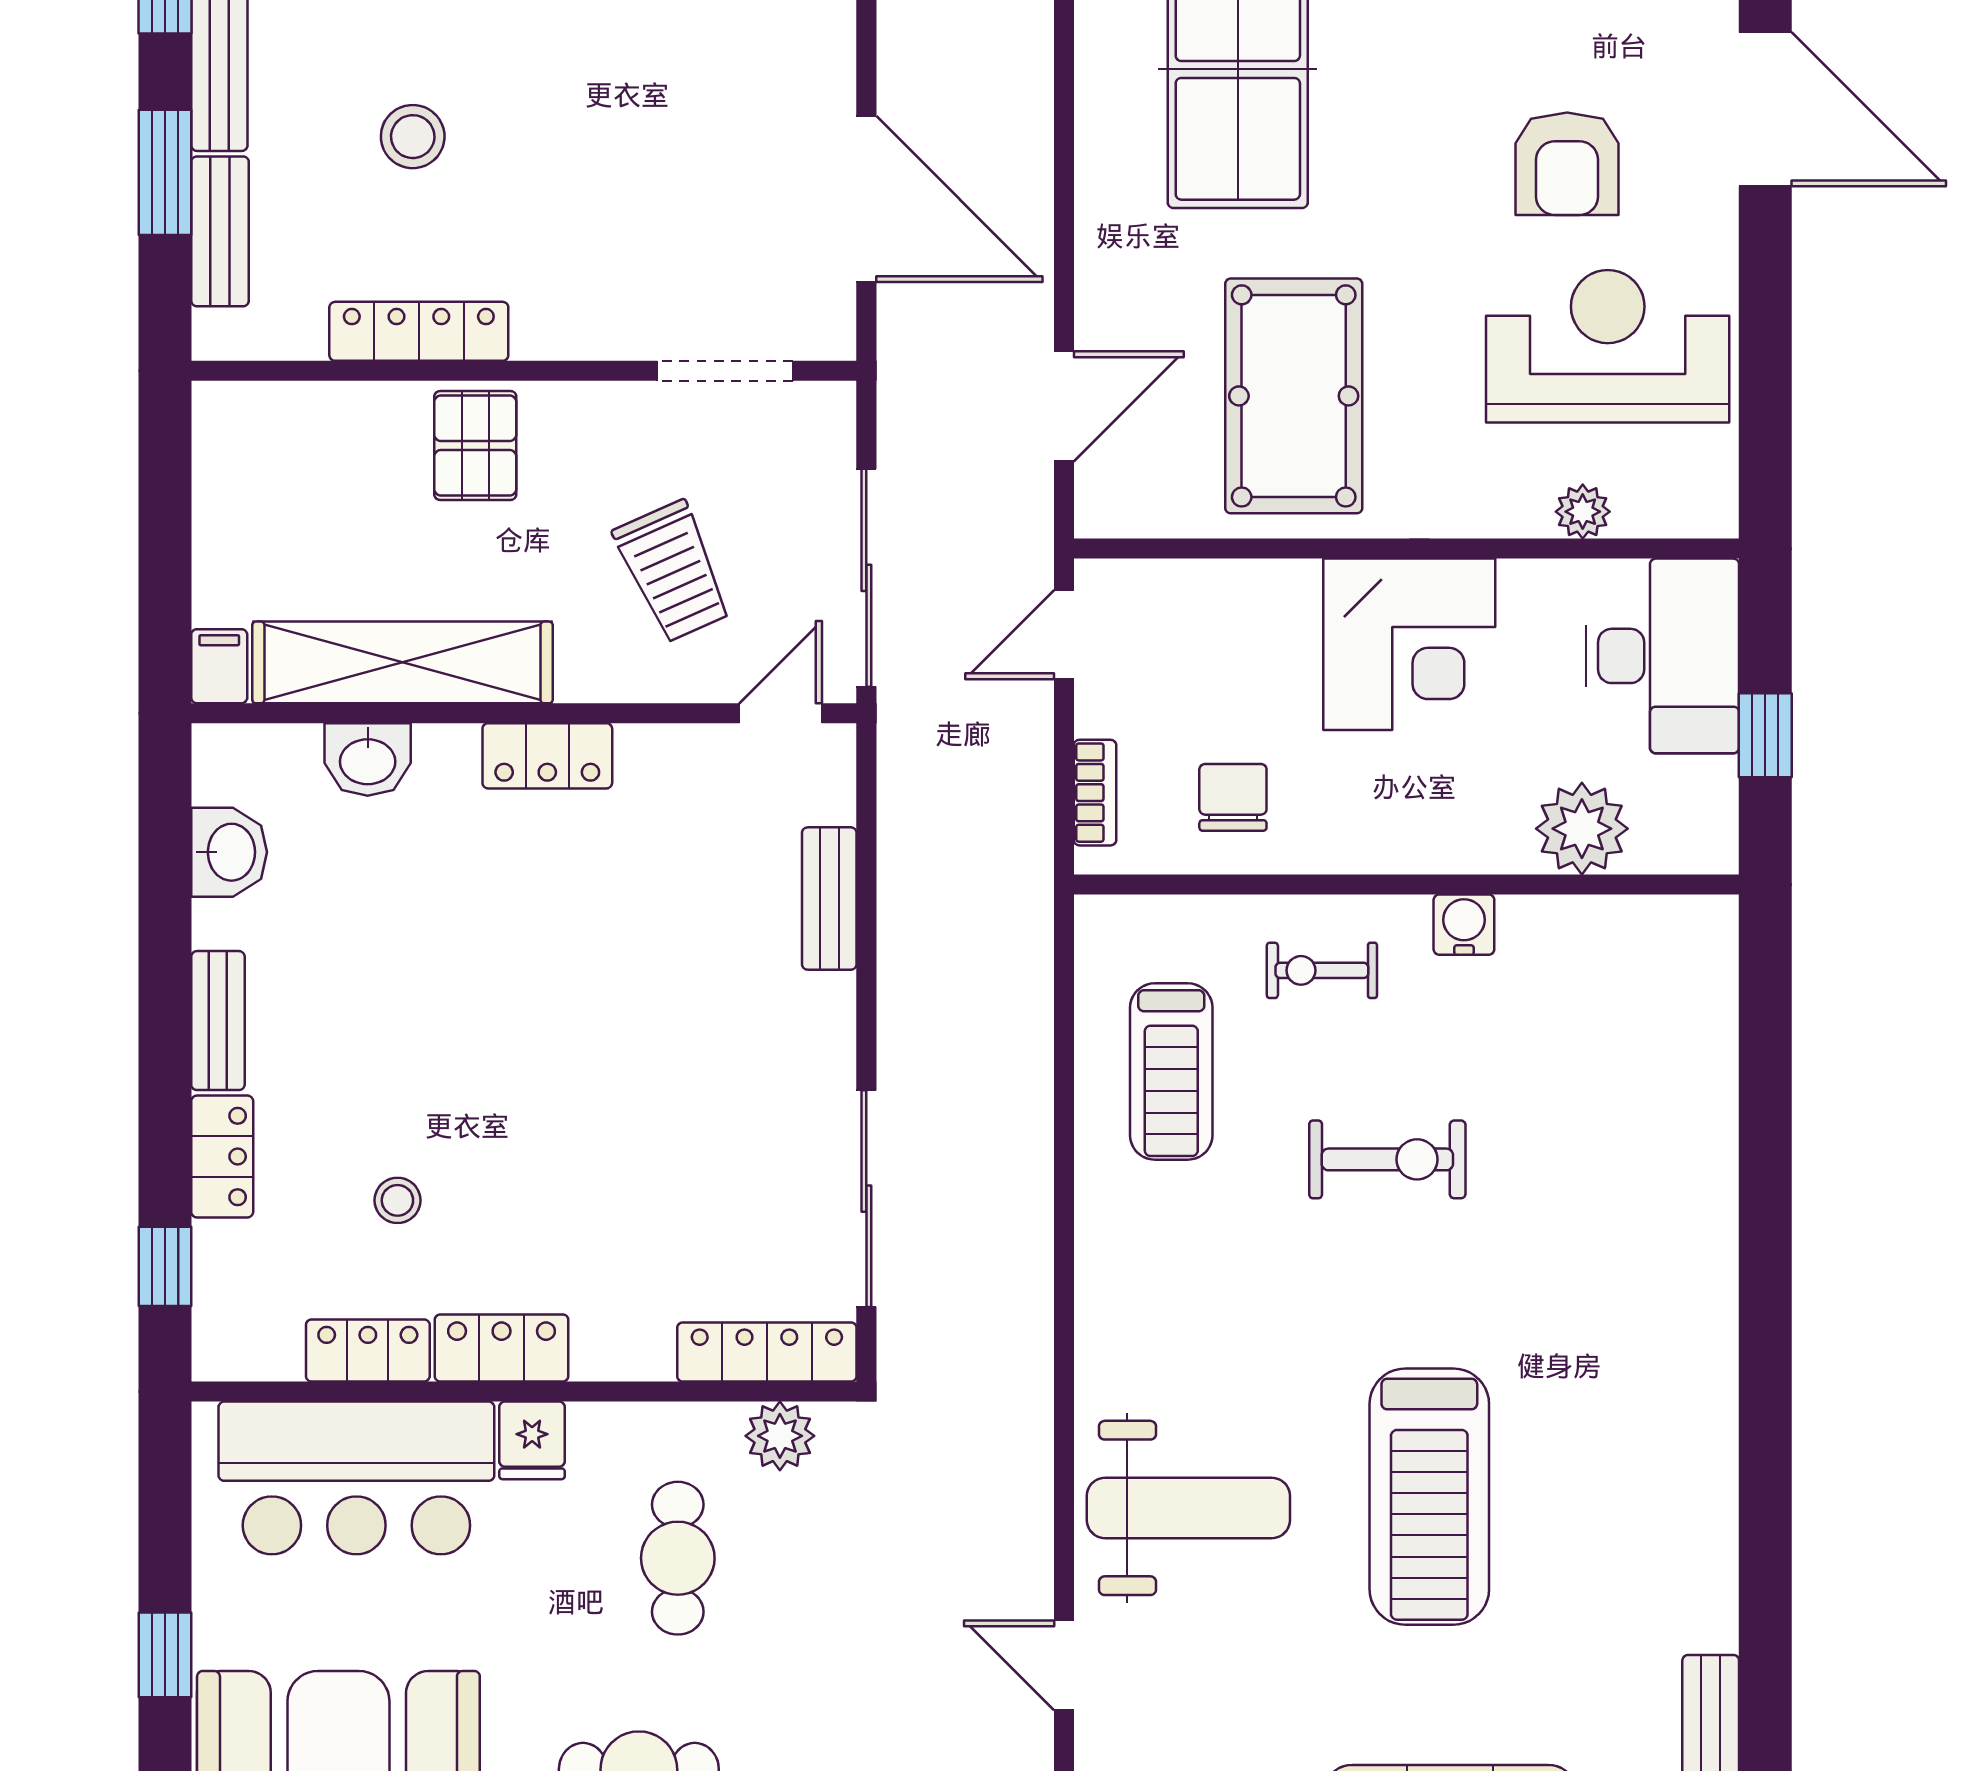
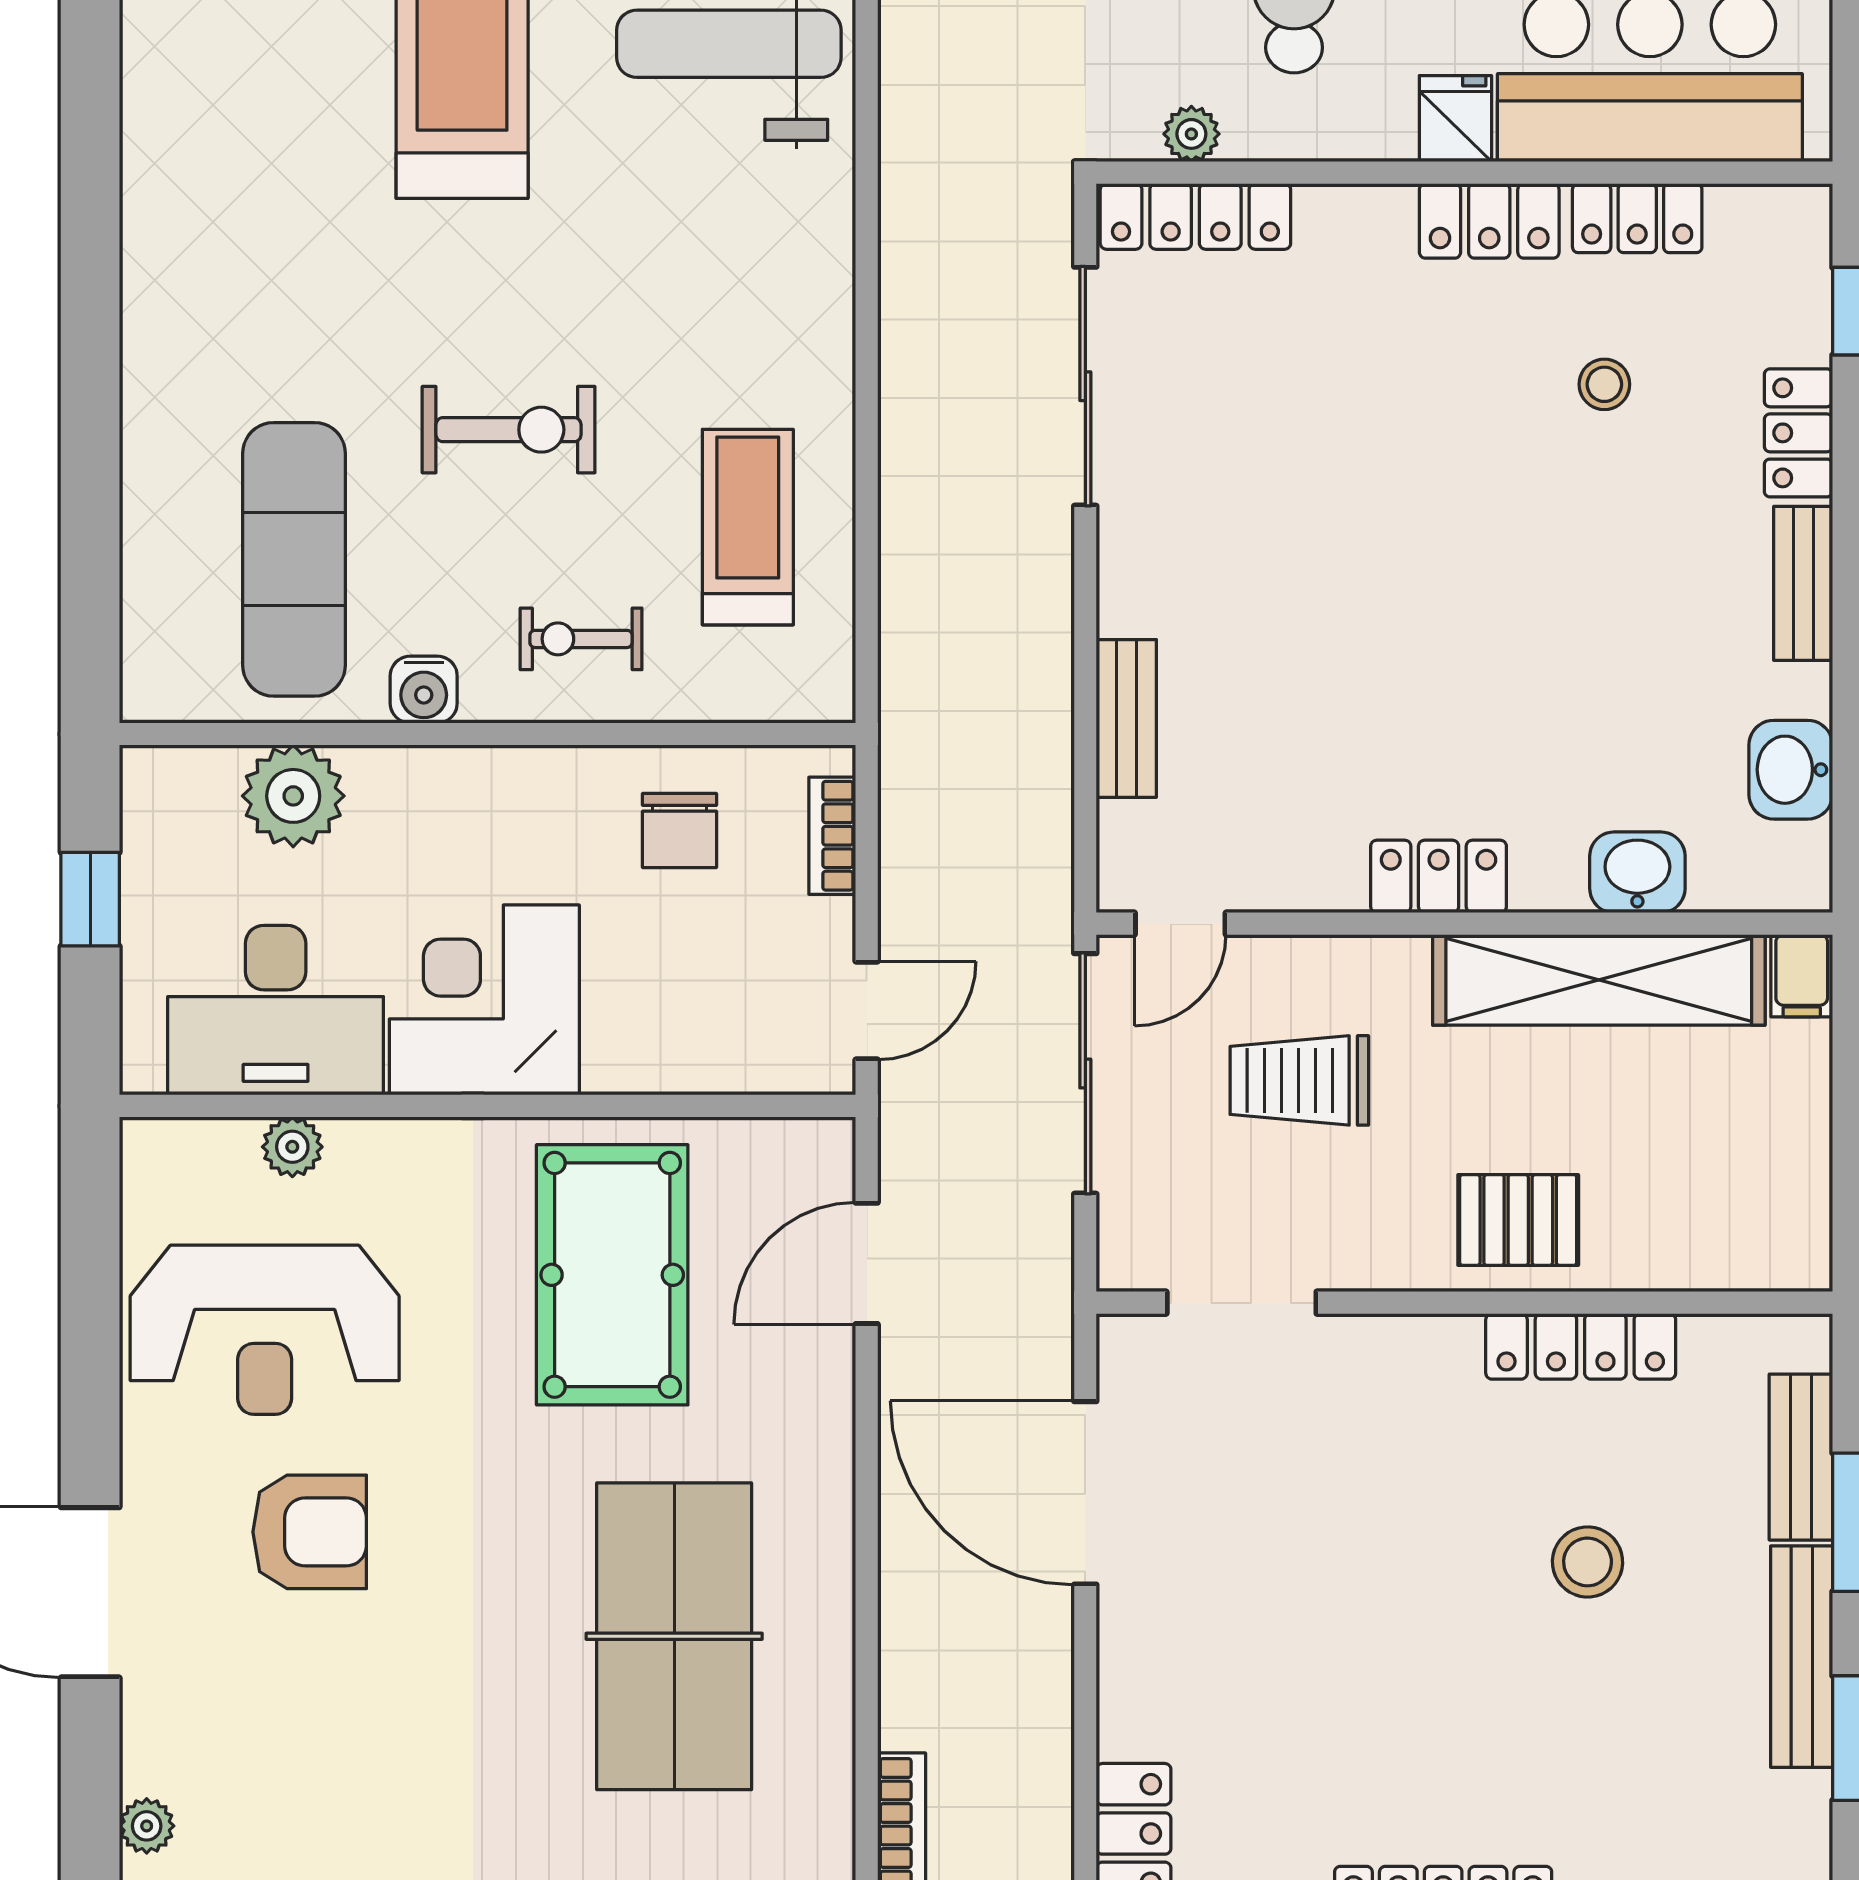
armchair: (1567, 164) -> (310, 1532), turned 90
pallet: (475, 445) -> (1518, 1220), turned 90
trolley: (673, 572) -> (1299, 1080), turned -66
desk: (1662, 656) -> (276, 1010), moved, turned -90
exercise bike: (1322, 970) -> (581, 639), turned 180
exercise mat: (1581, 1042) -> (294, 559), added
exercise bike: (1387, 1159) -> (509, 430), turned 180
plant: (780, 1436) -> (1191, 134), width x0.73, depth x0.73

